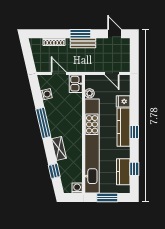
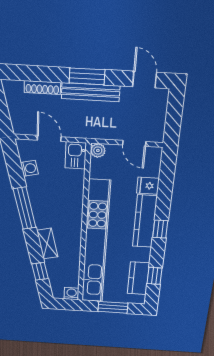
bench: (83, 43) -> (91, 92), width x1.36
plant: (90, 93) -> (98, 150), moved

